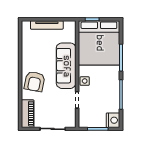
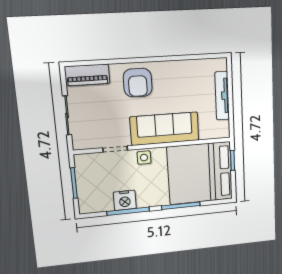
armchair: (35, 82) -> (138, 83), turned -101
nightstand: (113, 120) -> (125, 200), moved

